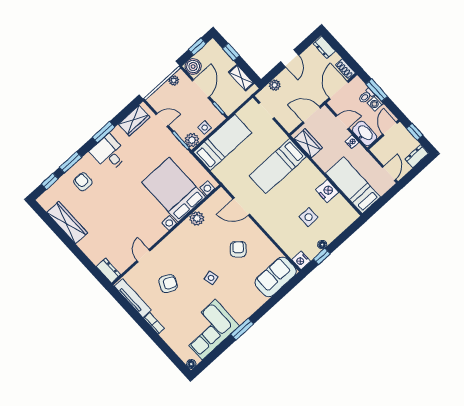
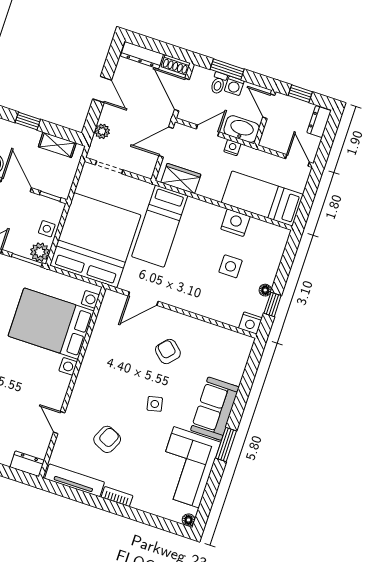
dresser: (324, 47) -> (142, 55), width x1.44
bed: (223, 142) -> (95, 240), width x2.04
plant: (197, 218) -> (98, 342), removed
sofa: (276, 277) -> (215, 409), moved

